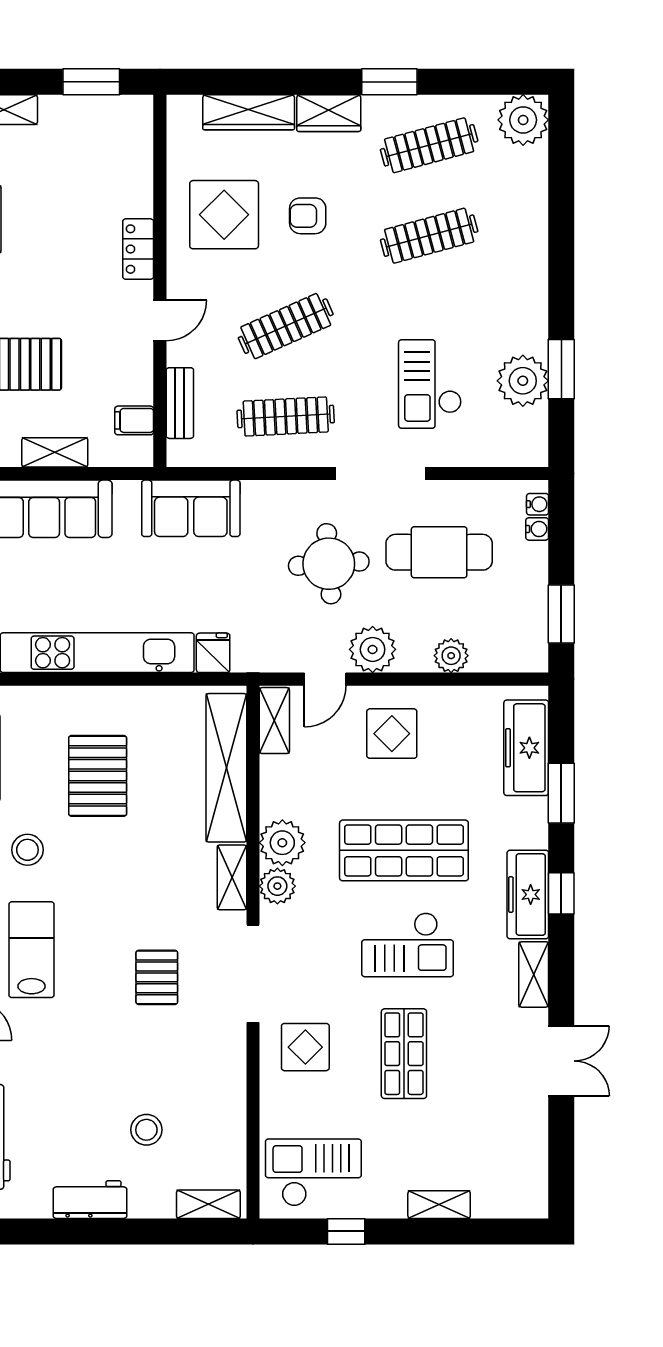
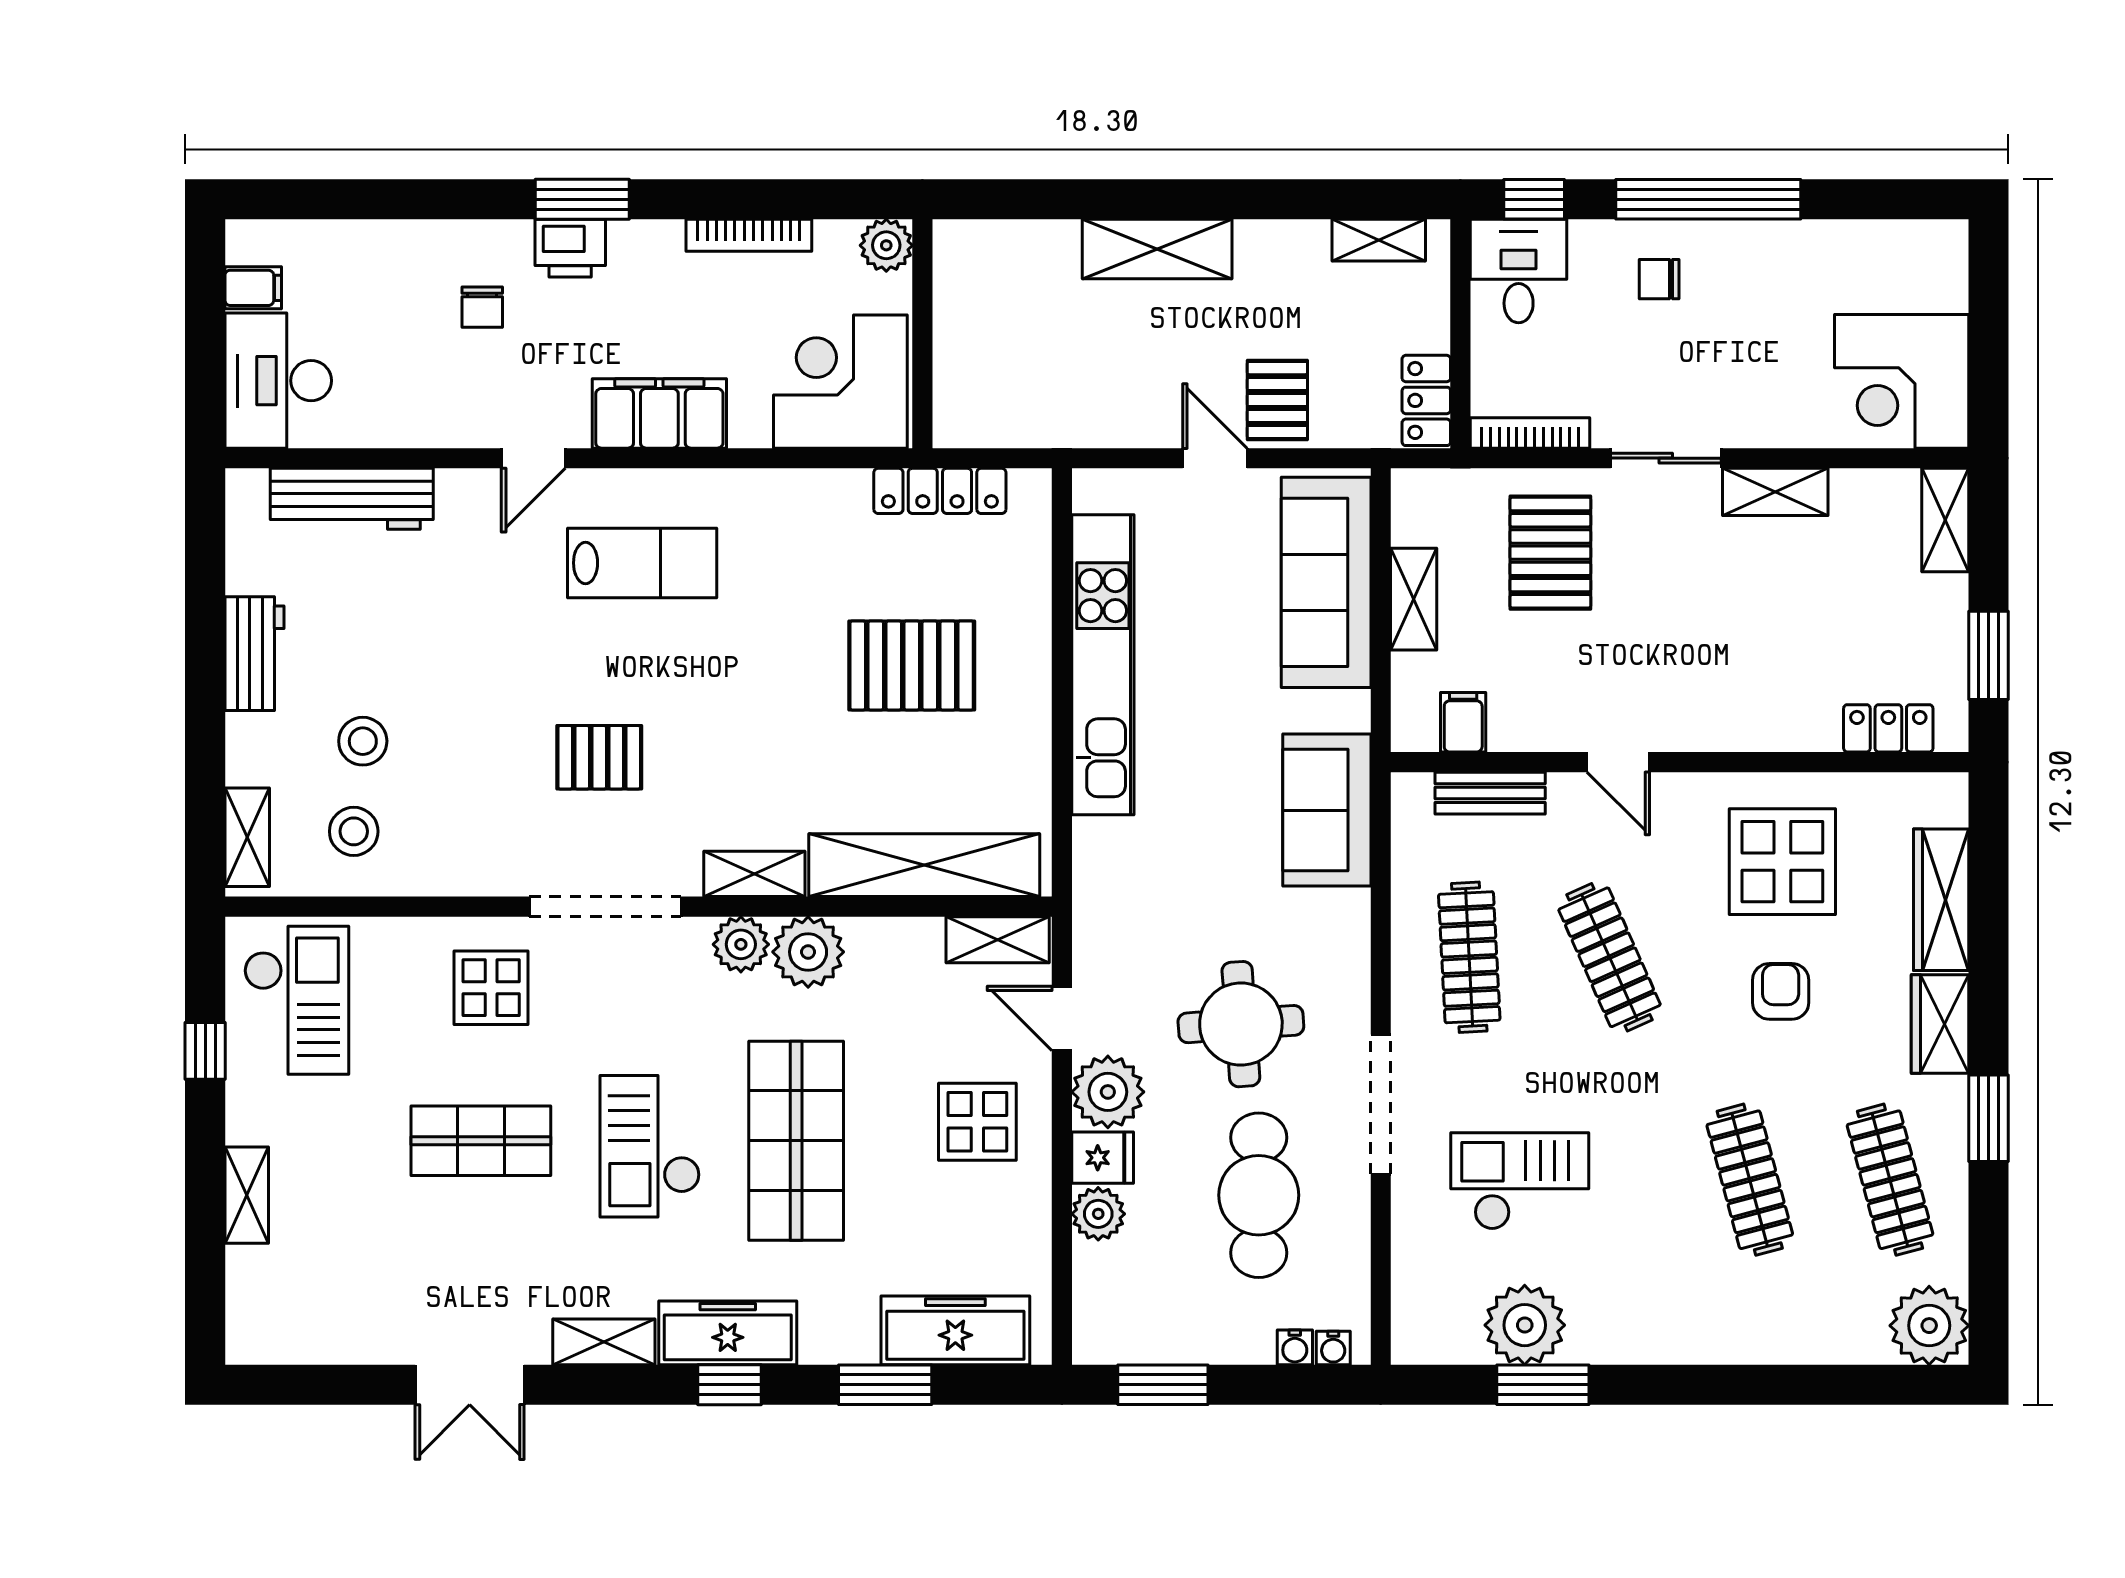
locker: (138, 249) -> (1888, 728), moved
fridge: (213, 653) -> (1103, 1158), moved
stool: (27, 850) -> (354, 831), moved

